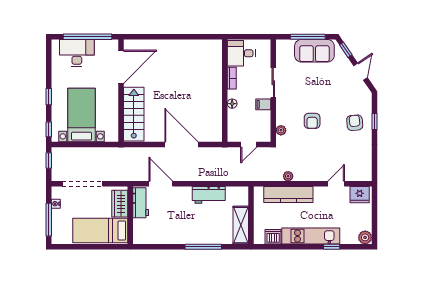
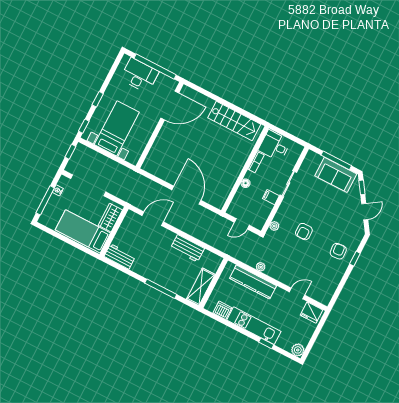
stairs: (134, 114) -> (234, 121), moved, turned 90
door: (161, 184) -> (153, 219), hinge flipped
workbench: (141, 203) -> (120, 257), moved, turned -90

